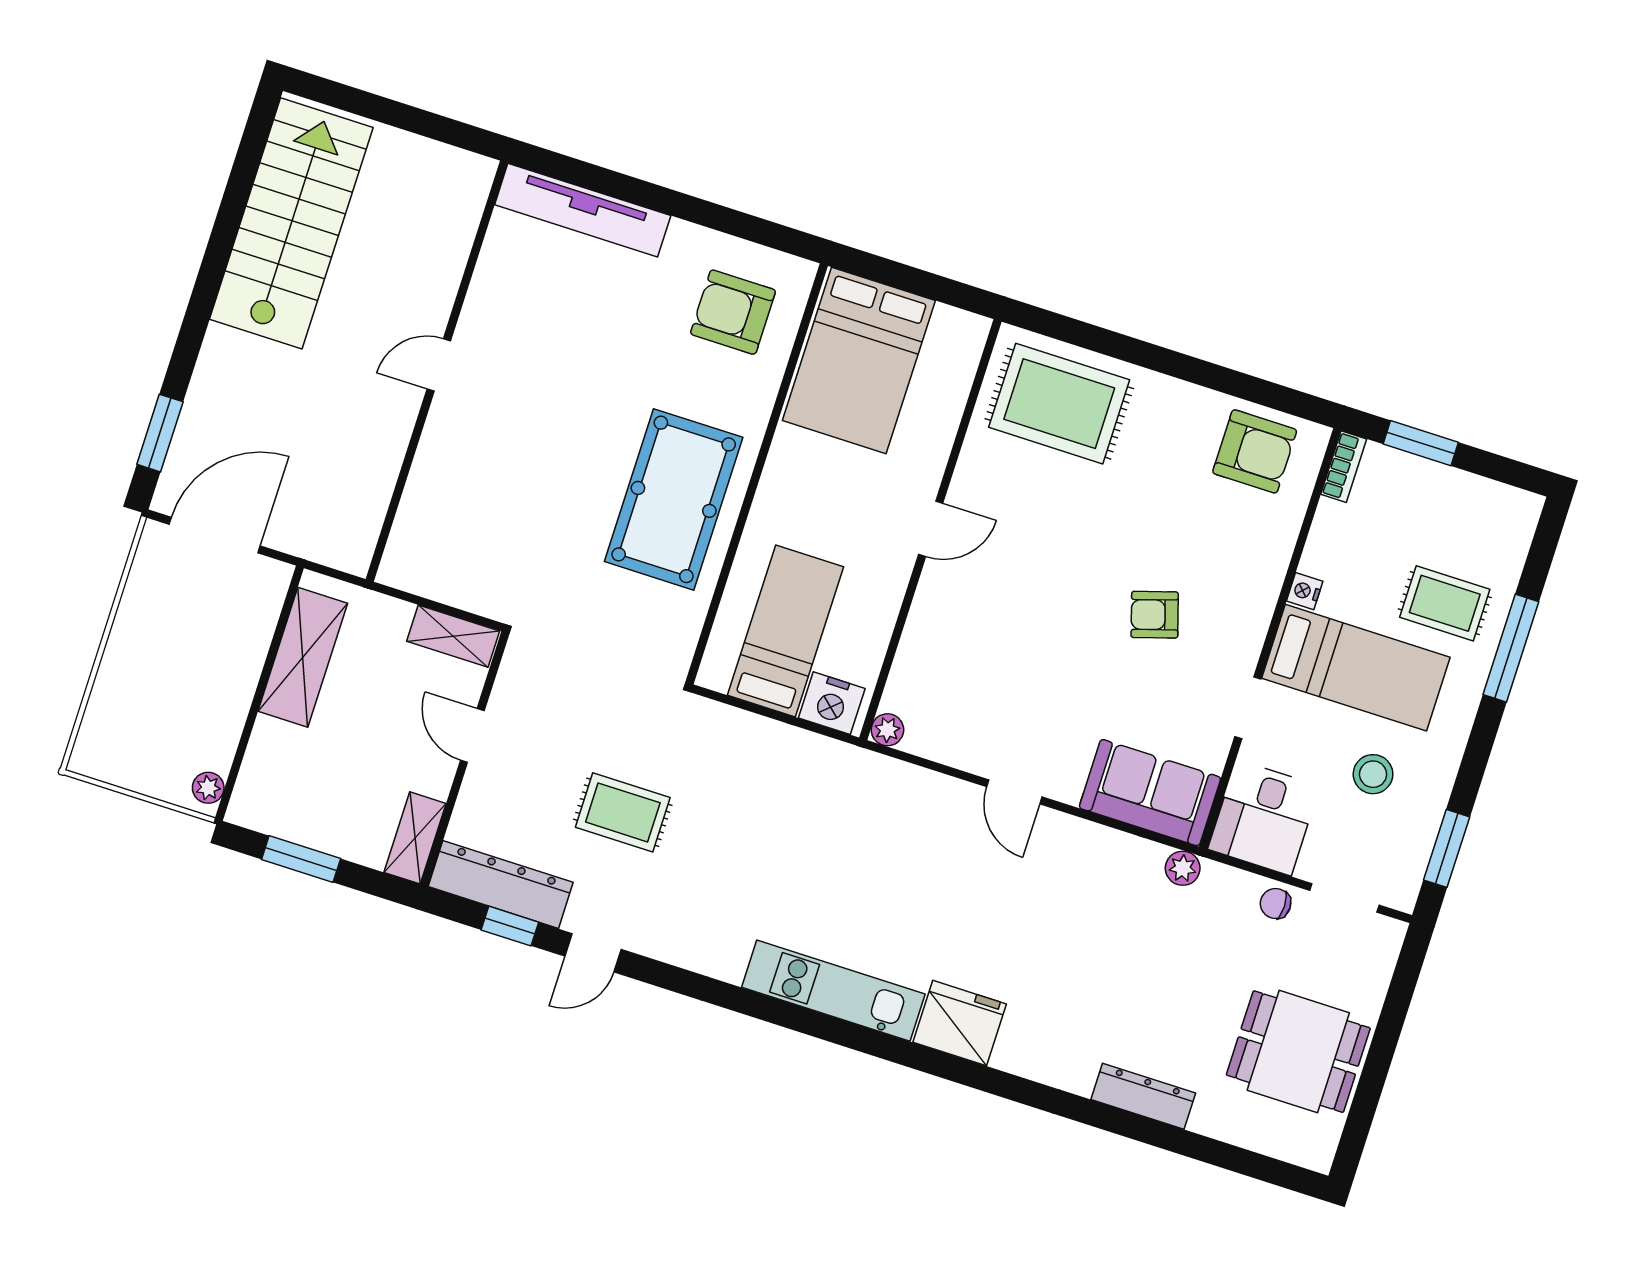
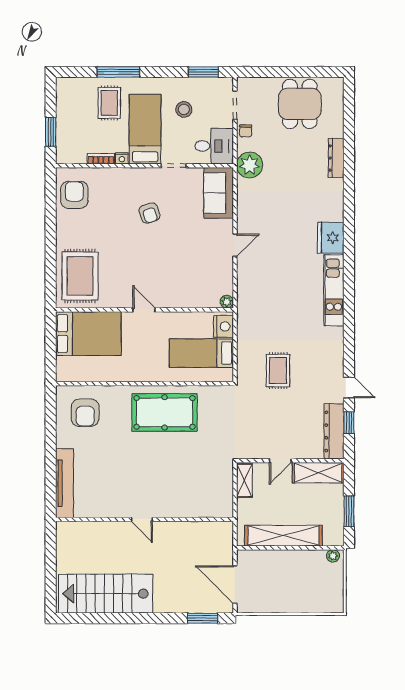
bed: (859, 361) -> (88, 334), moved
bookcase: (1344, 467) -> (101, 159), moved
shelving: (303, 657) -> (283, 536), width x1.47
rug: (623, 812) -> (278, 371), moved
shelving: (415, 838) -> (318, 473), width x1.50, depth x1.33
plant: (1183, 868) -> (250, 165), width x1.88, depth x1.88

